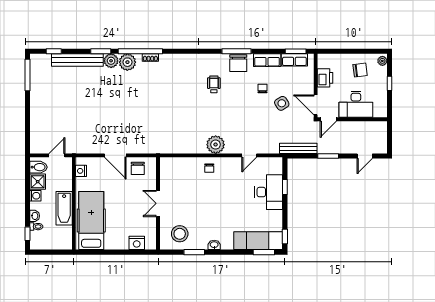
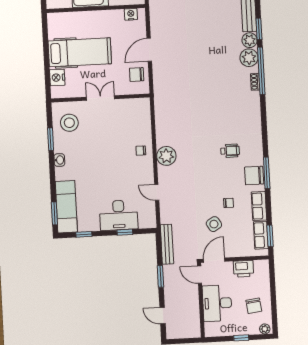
hospital bed: (91, 221) -> (80, 52), moved
window: (285, 237) -> (84, 234), moved

